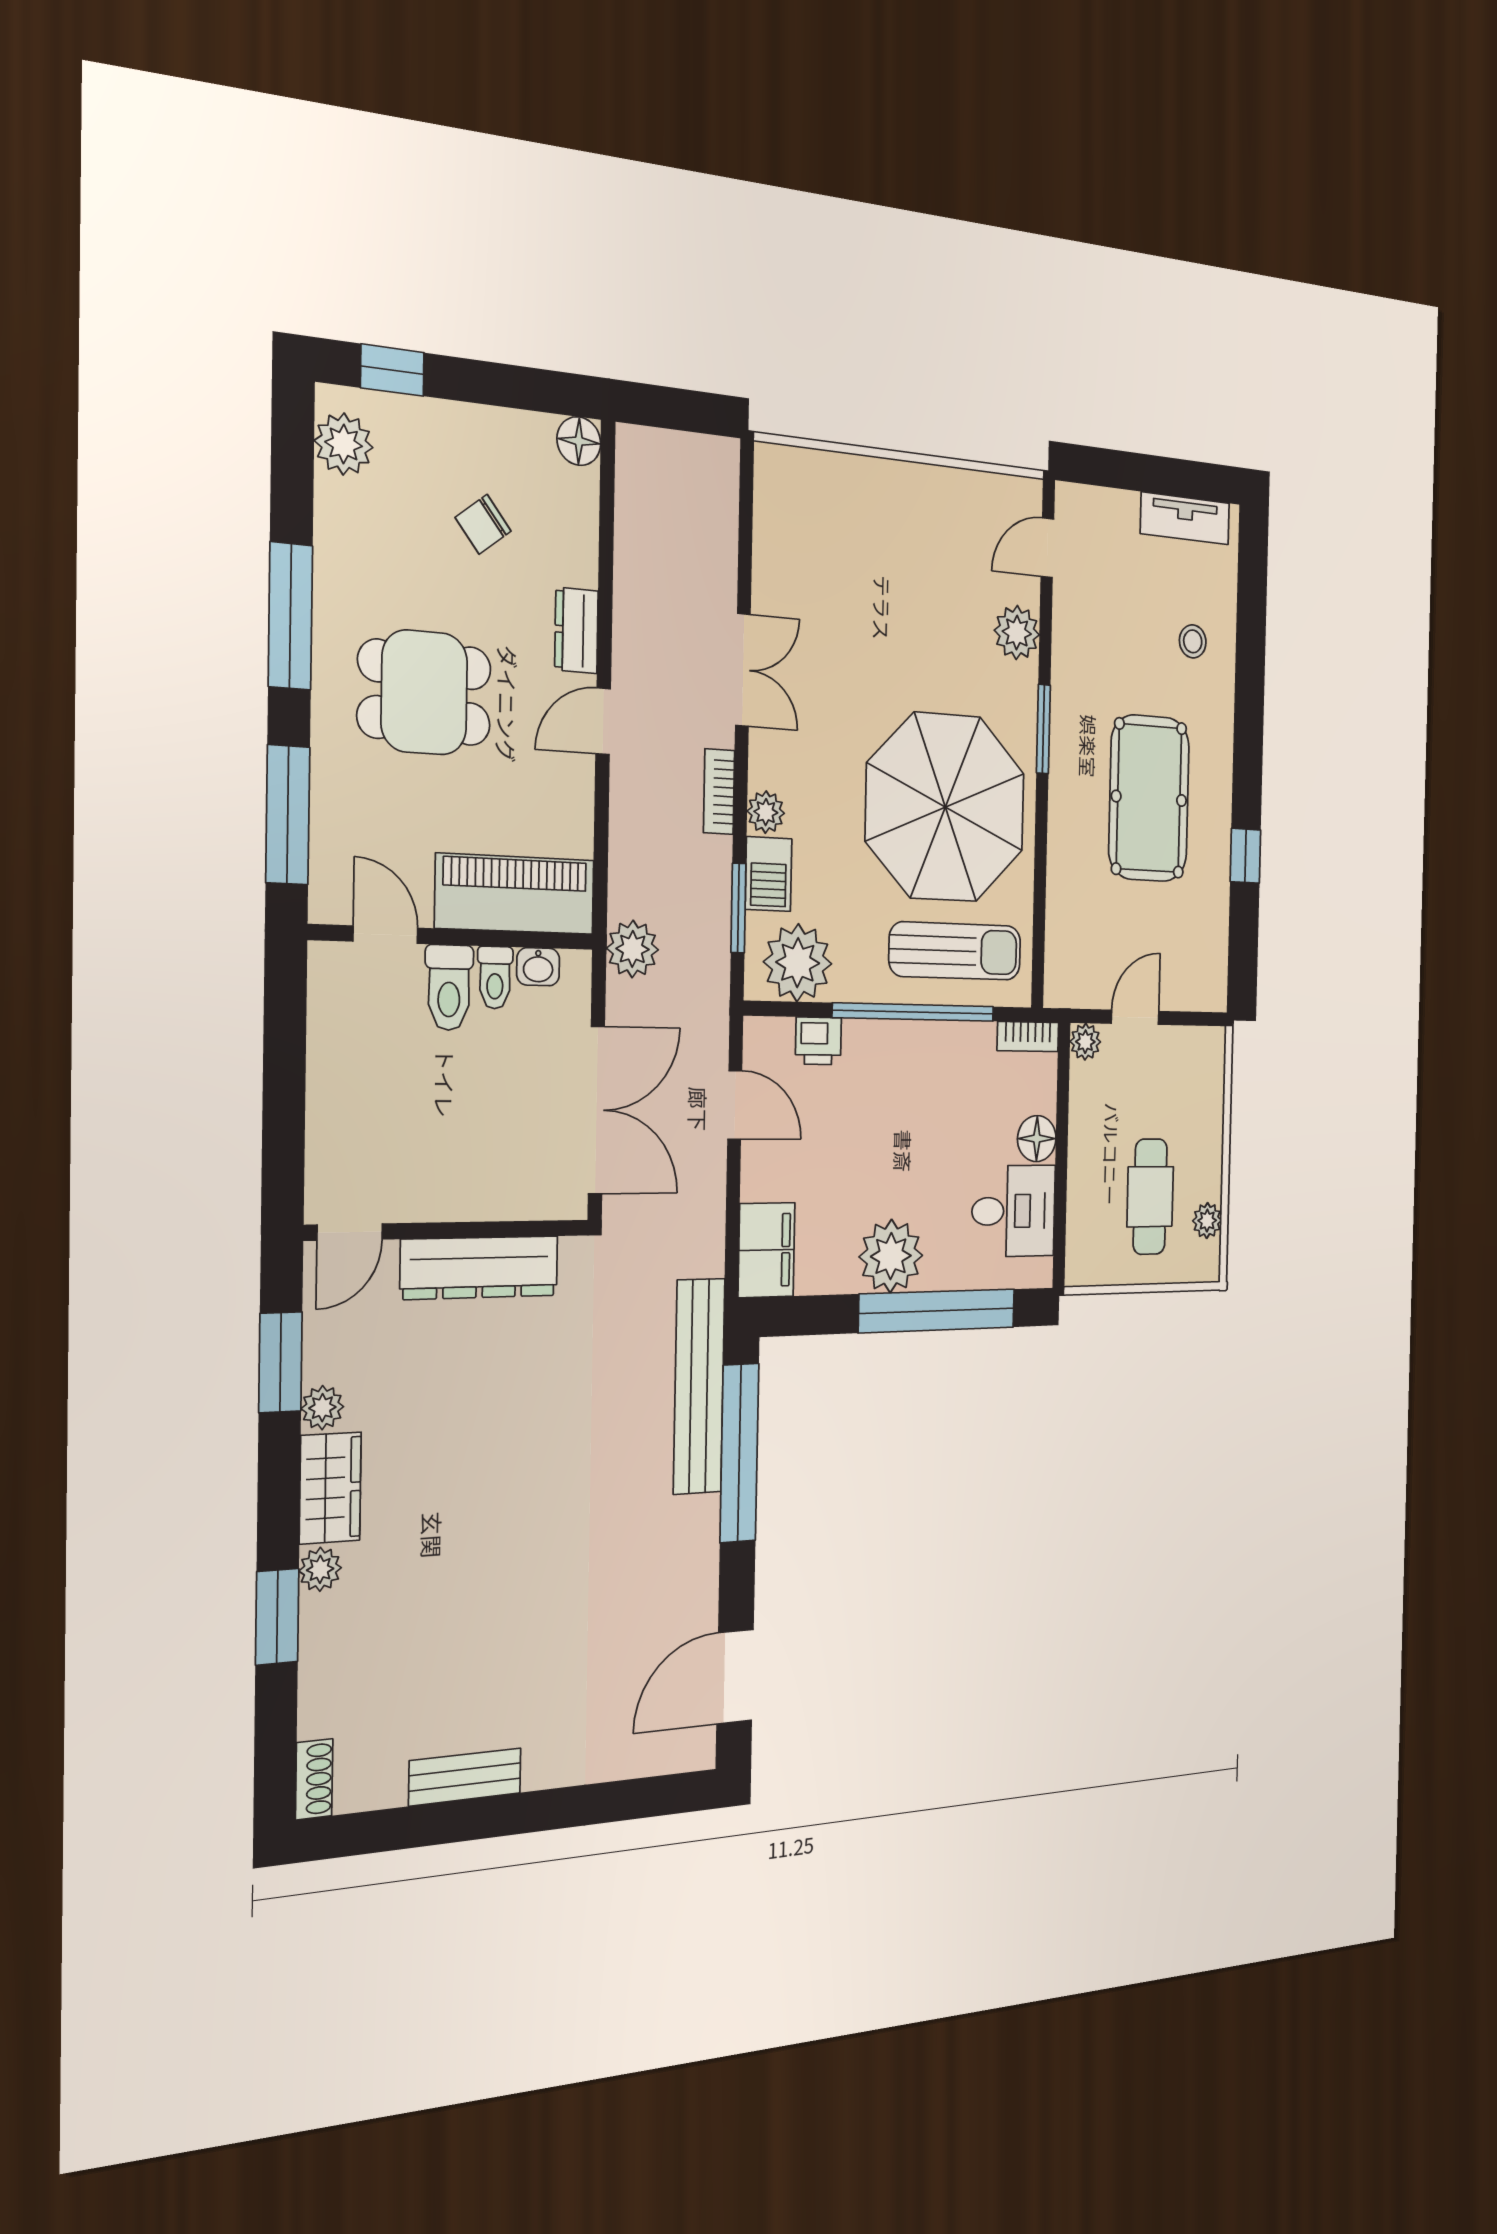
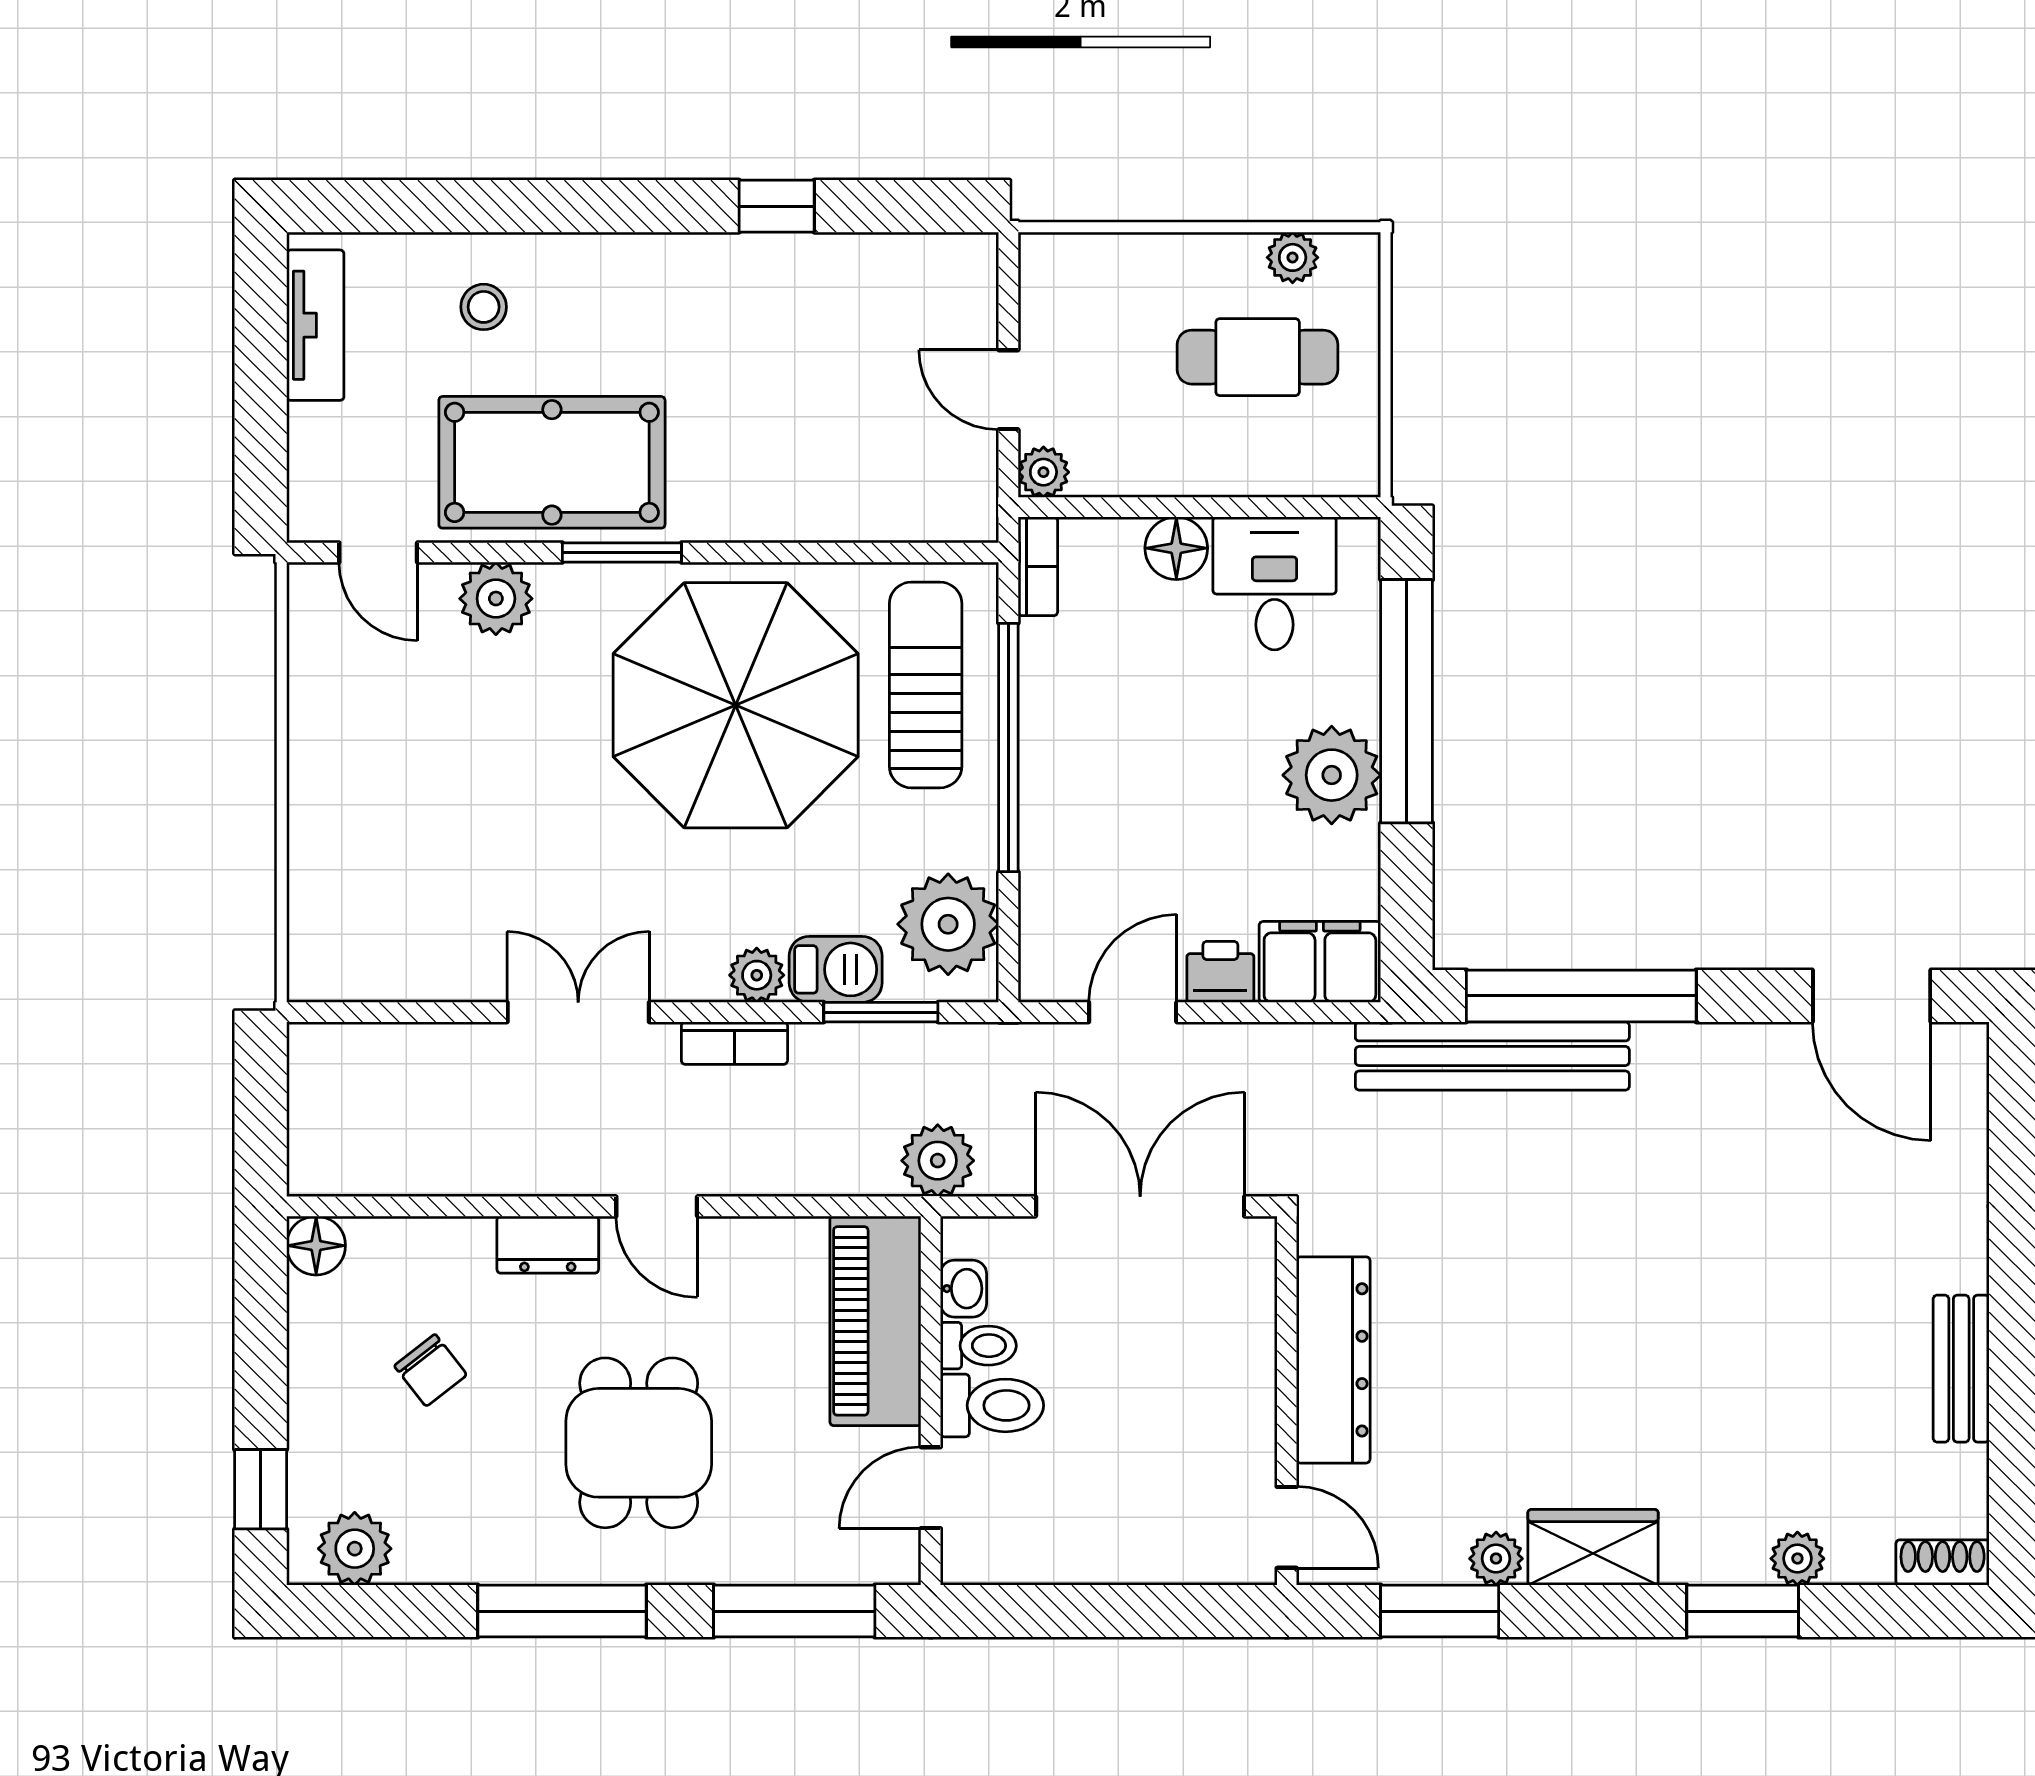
pool table: (1149, 798) -> (552, 462), moved
printer: (818, 1041) -> (1220, 972), moved, turned -90
plant: (320, 1569) -> (1797, 1559), moved

